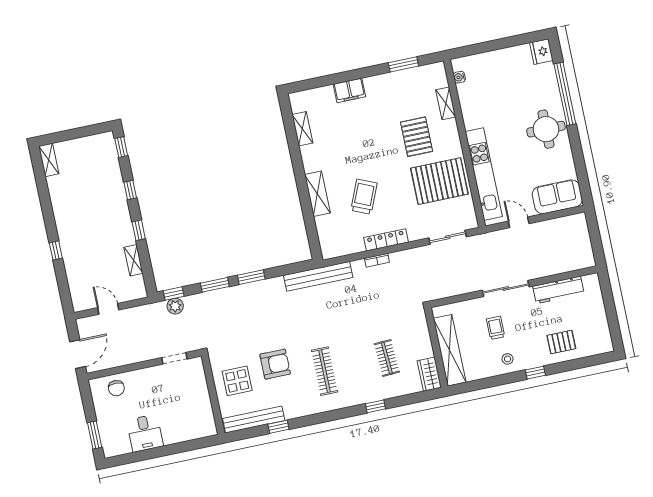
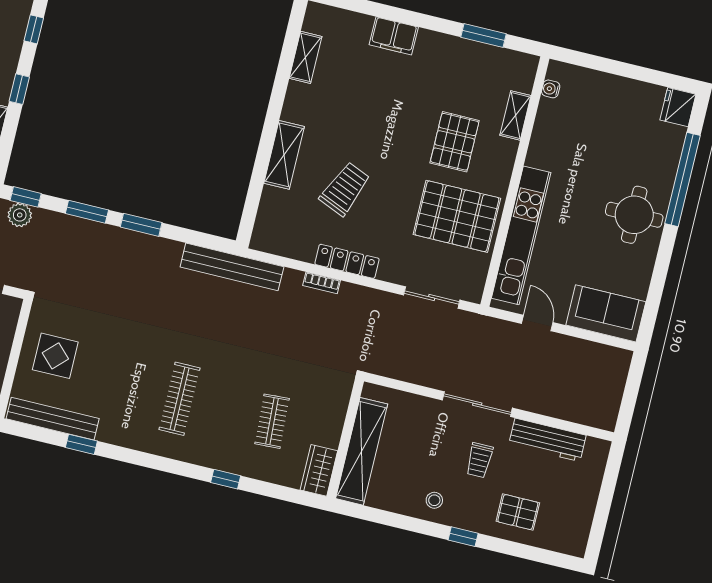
trolley: (496, 328) -> (479, 460), moved, turned 180
armchair: (275, 364) -> (117, 358), removed

